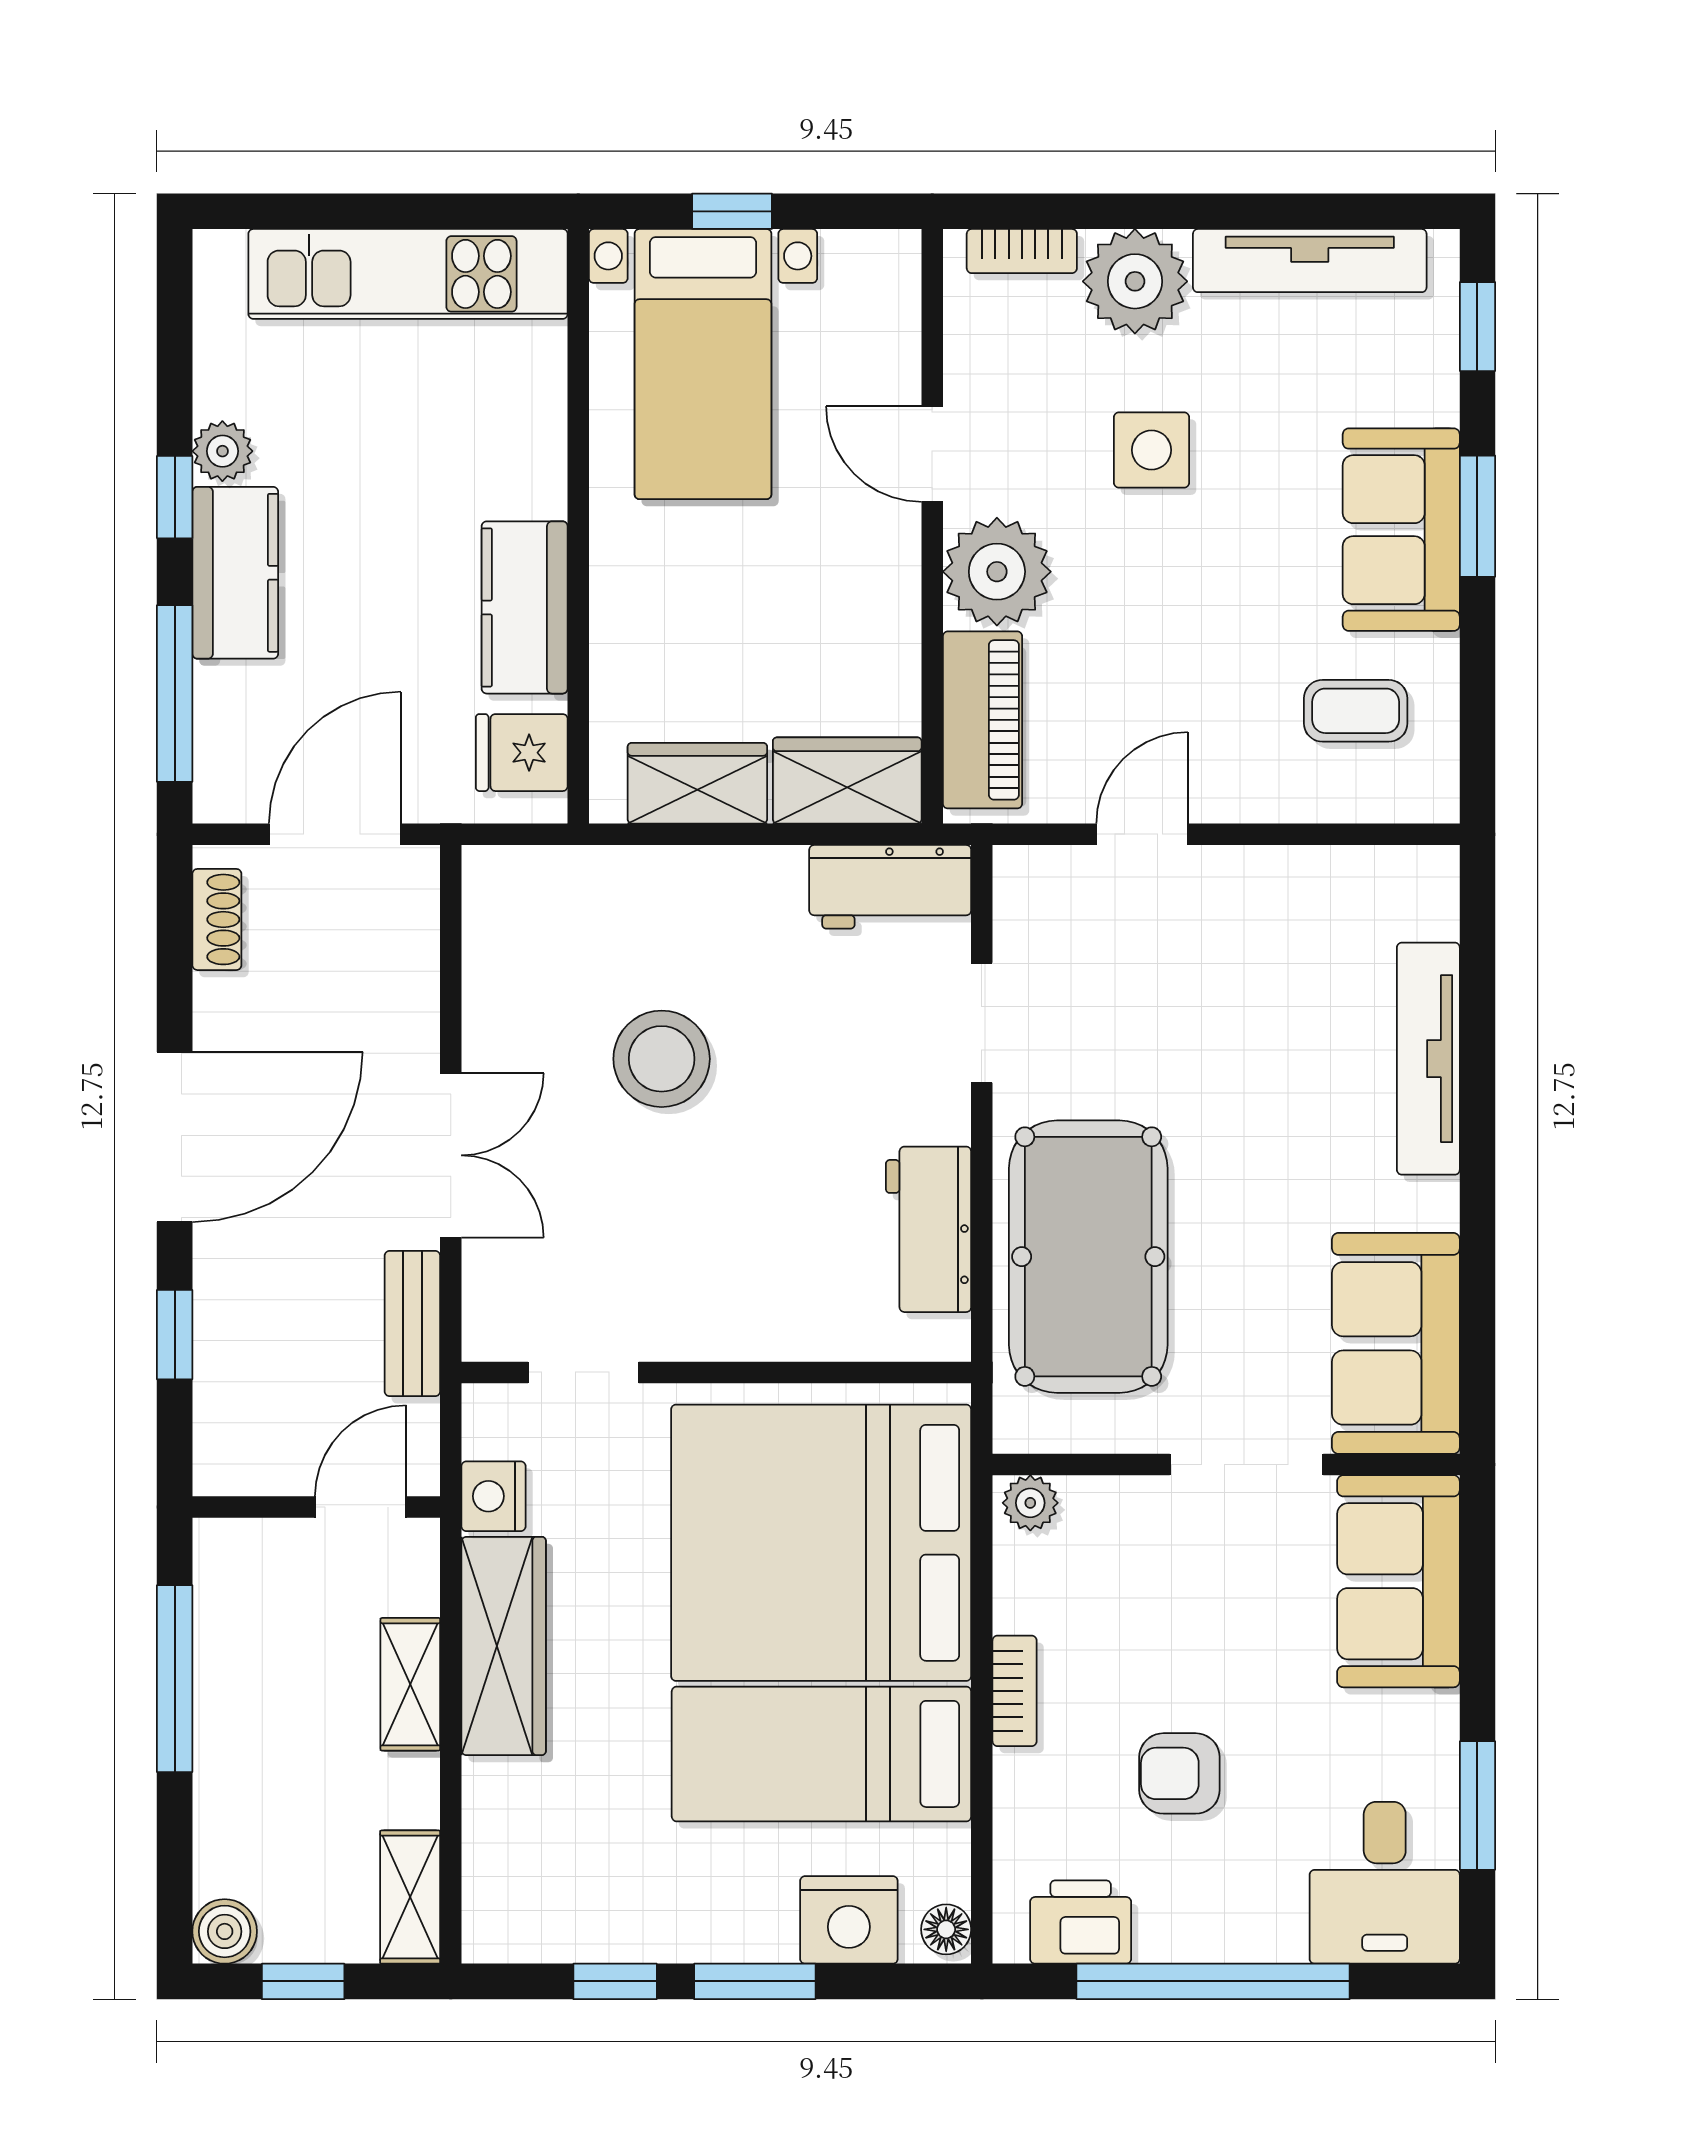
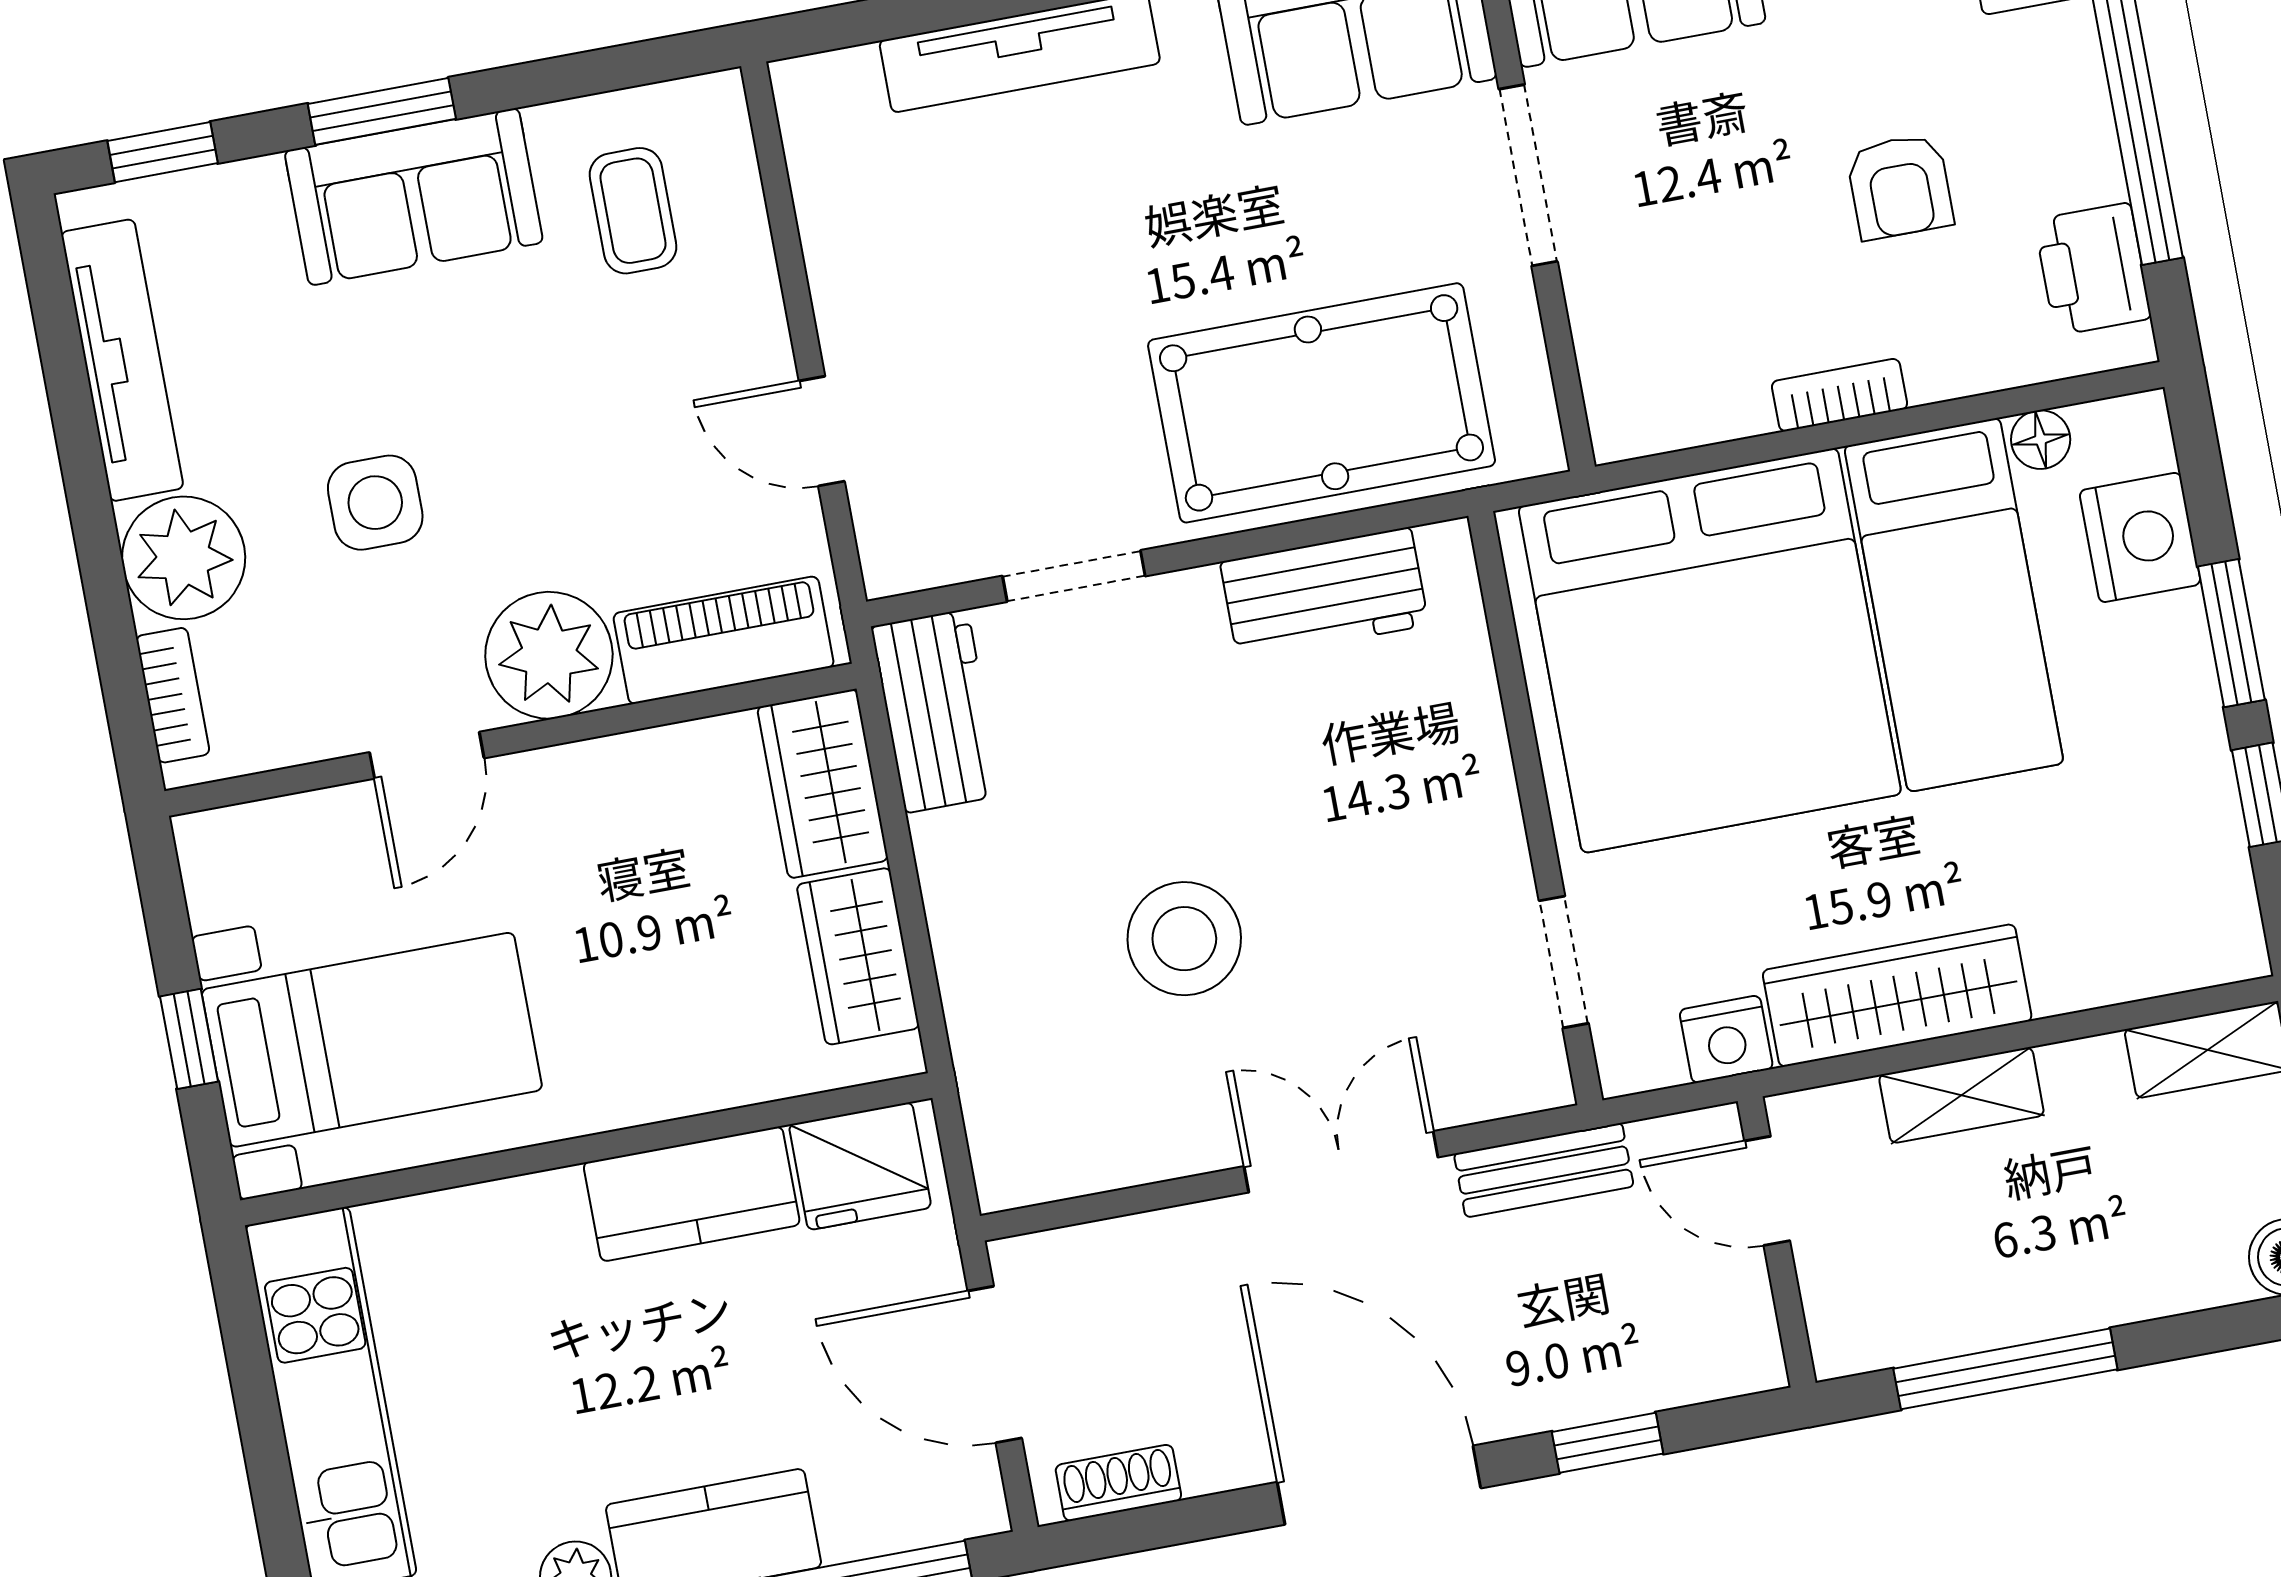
fridge: (522, 753) -> (860, 1166), width x1.38
plant: (1030, 1503) -> (1619, 417), removed
floor lamp: (946, 1929) -> (2041, 440), moved

